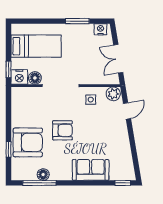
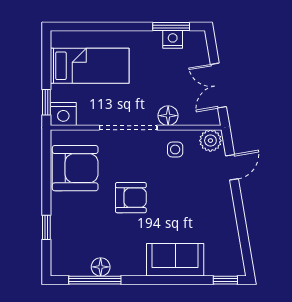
window: (77, 21) -> (171, 26), moved
nightstand: (100, 29) -> (173, 39), moved
floor lamp: (35, 78) -> (168, 116), moved
armchair: (28, 142) -> (75, 168), moved

